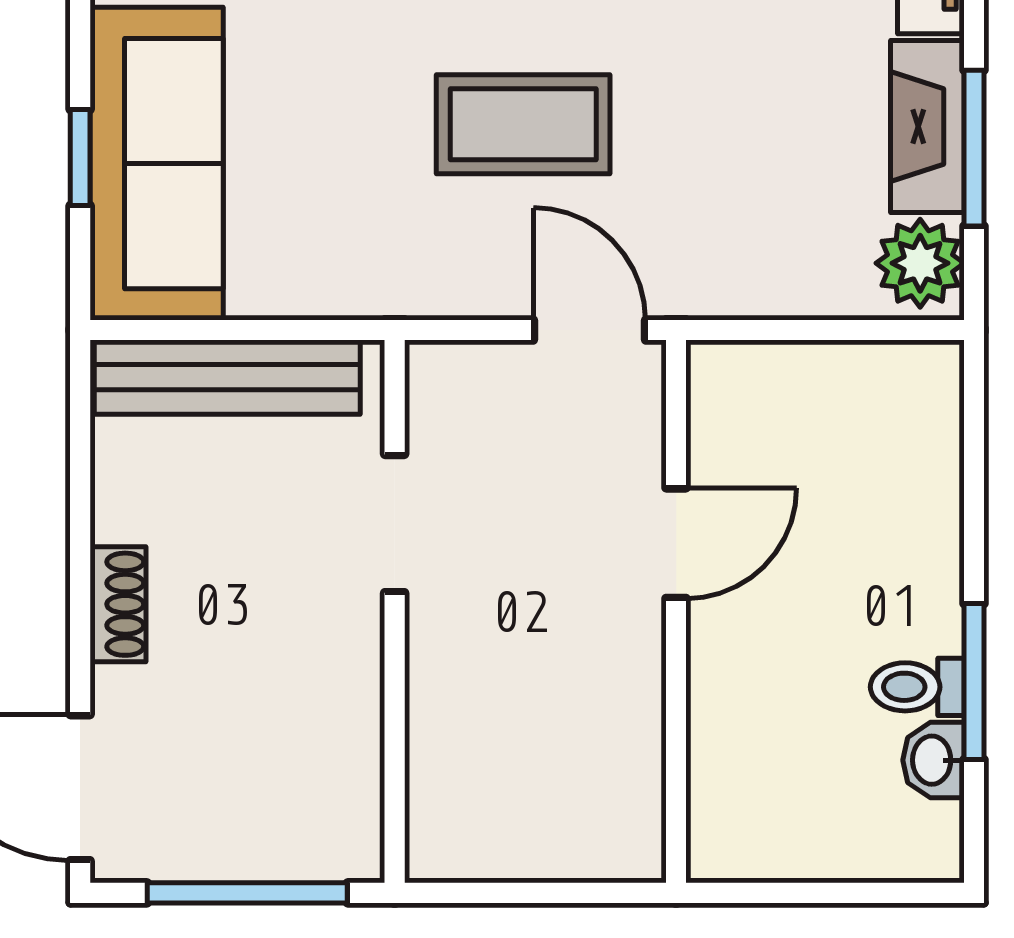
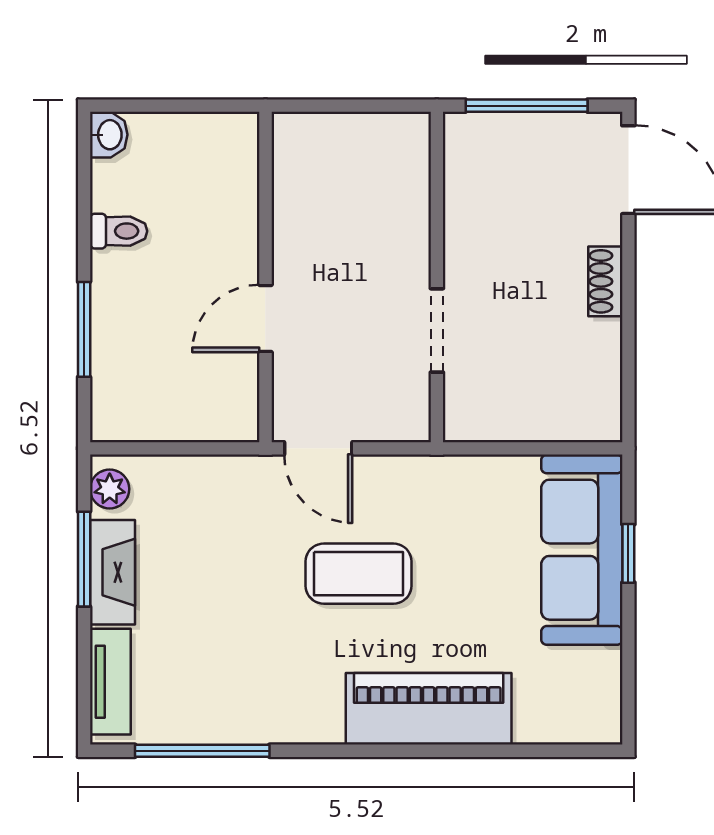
plant: (920, 263) -> (110, 489), width x0.73, depth x0.73
bench: (227, 377) -> (539, 420), removed
window: (974, 682) -> (84, 329), moved
washbasin: (934, 760) -> (109, 135), moved

